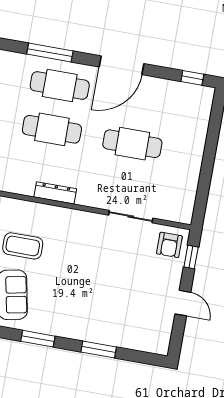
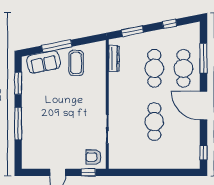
dresser: (55, 193) -> (114, 59), moved
window: (99, 350) -> (18, 124), width x1.44

